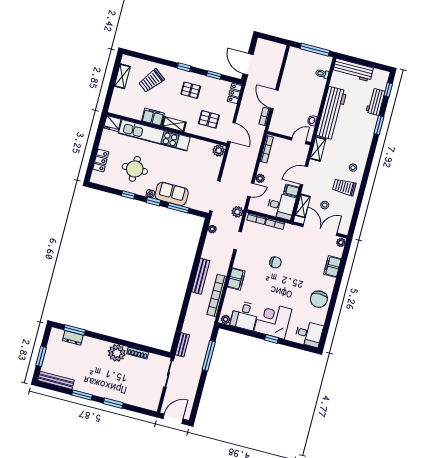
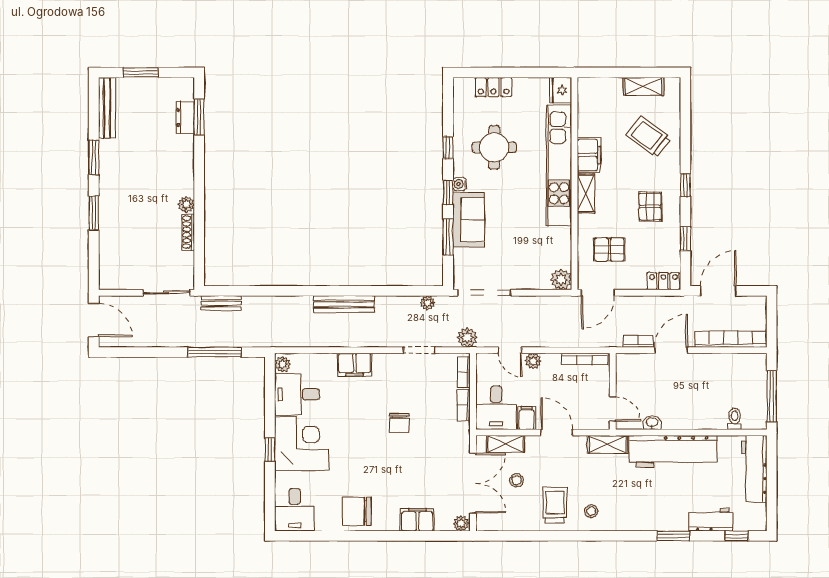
pallet: (209, 119) -> (609, 249), turned 90
bookcase: (217, 295) -> (731, 339), moved
plant: (117, 353) -> (186, 204), width x0.53, depth x0.53

